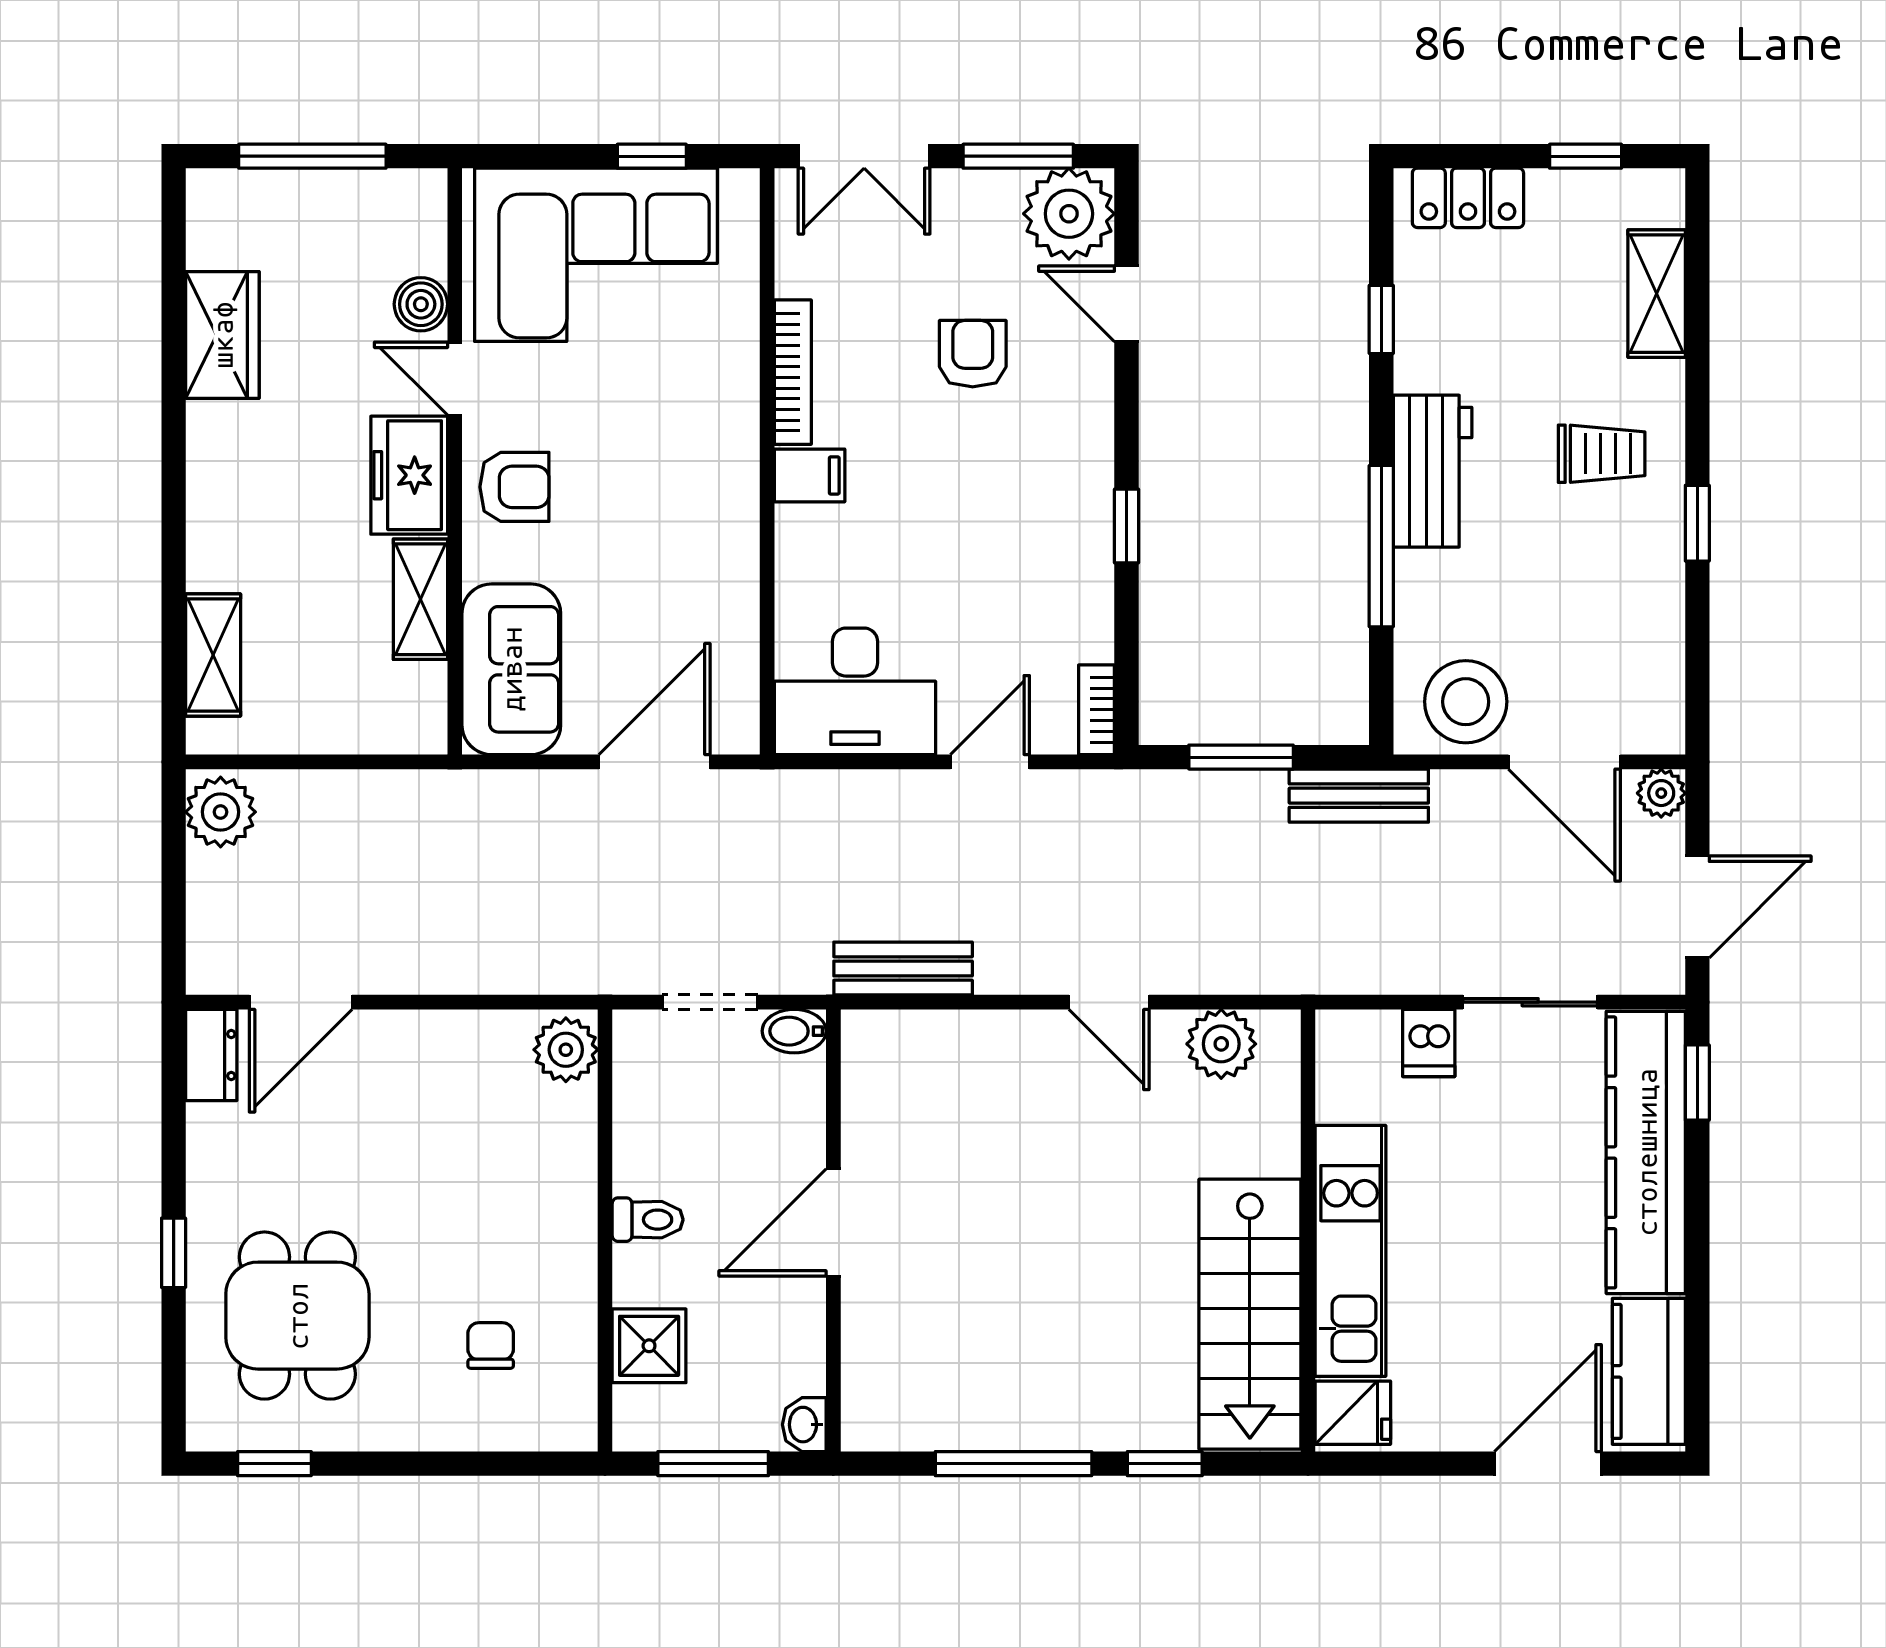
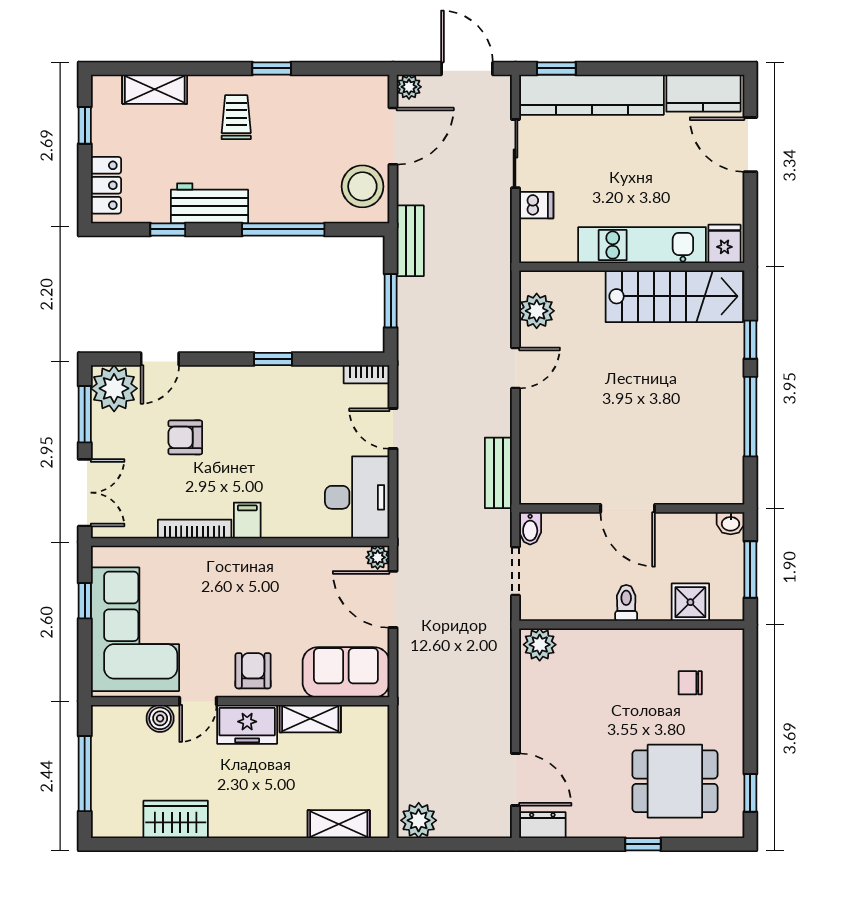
workbench: (1433, 471) -> (209, 203), moved
plant: (737, 732) -> (378, 557), added

